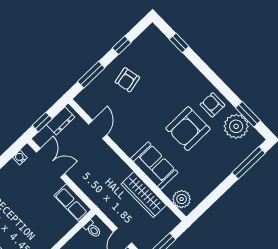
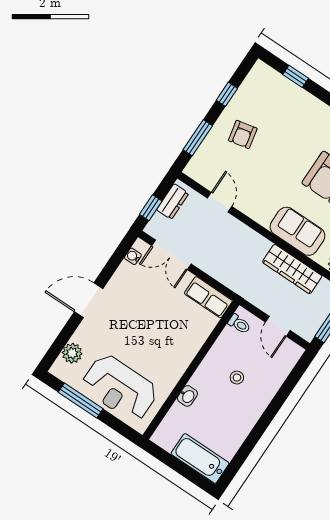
double door: (51, 163) -> (171, 255), swing flipped

